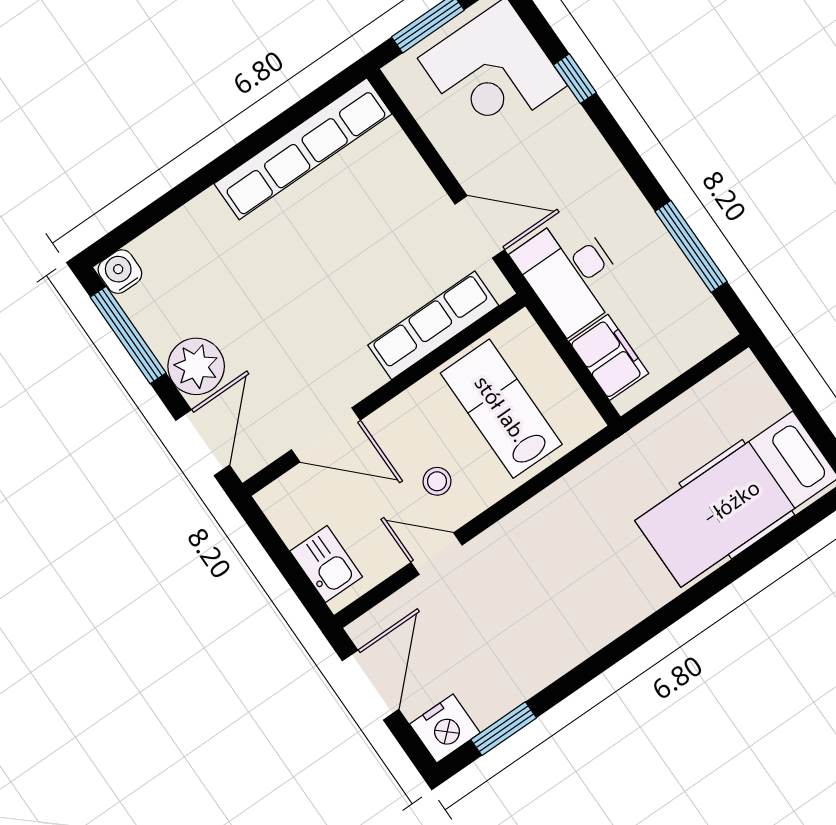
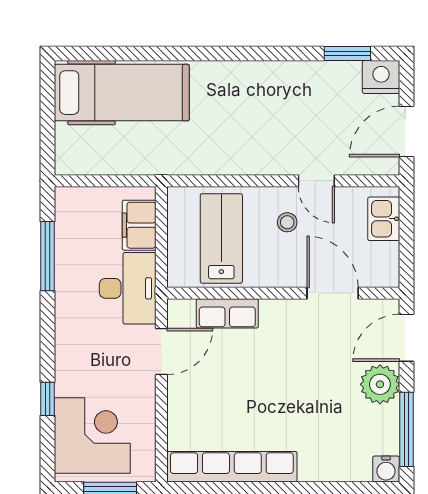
door: (480, 227) -> (161, 352), swing flipped
row of seats: (433, 325) -> (227, 313), width x0.68
lab bench: (501, 409) -> (221, 238), turned 180

